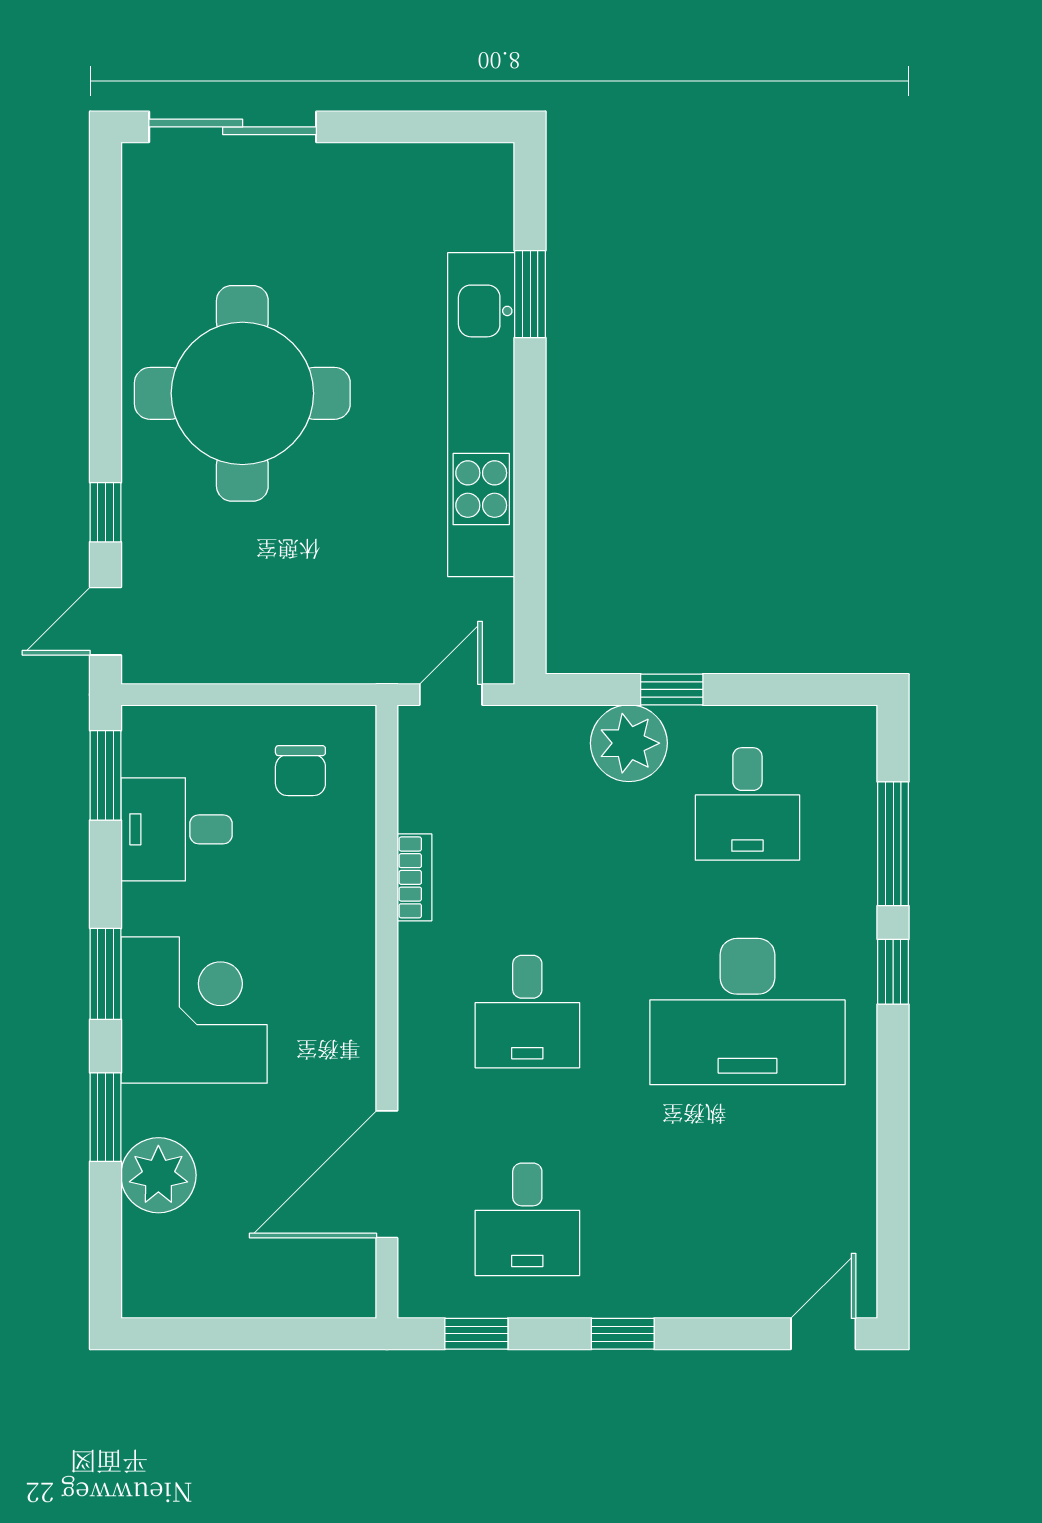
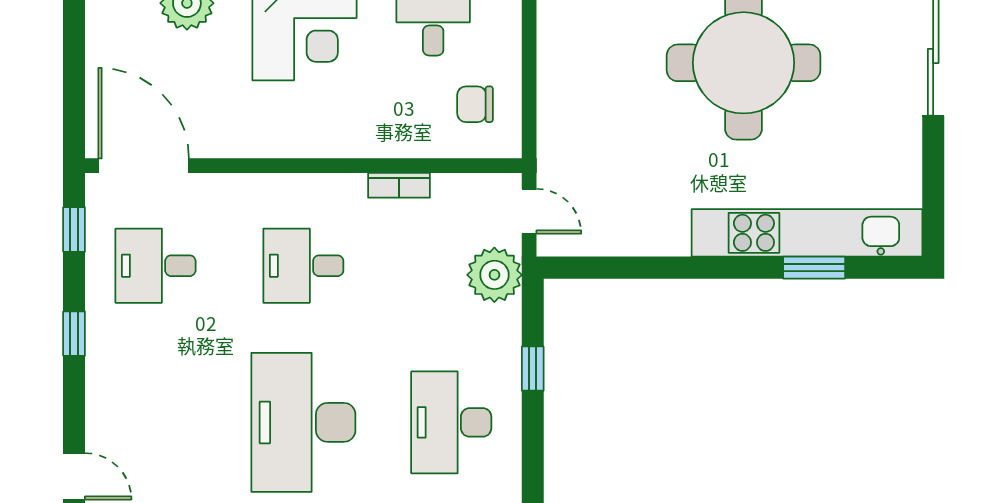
kitchen unit: (481, 415) -> (807, 233), moved
plant: (629, 743) -> (494, 275), moved
desk: (747, 804) -> (451, 422), width x1.37
door: (387, 1174) -> (144, 166), moved

